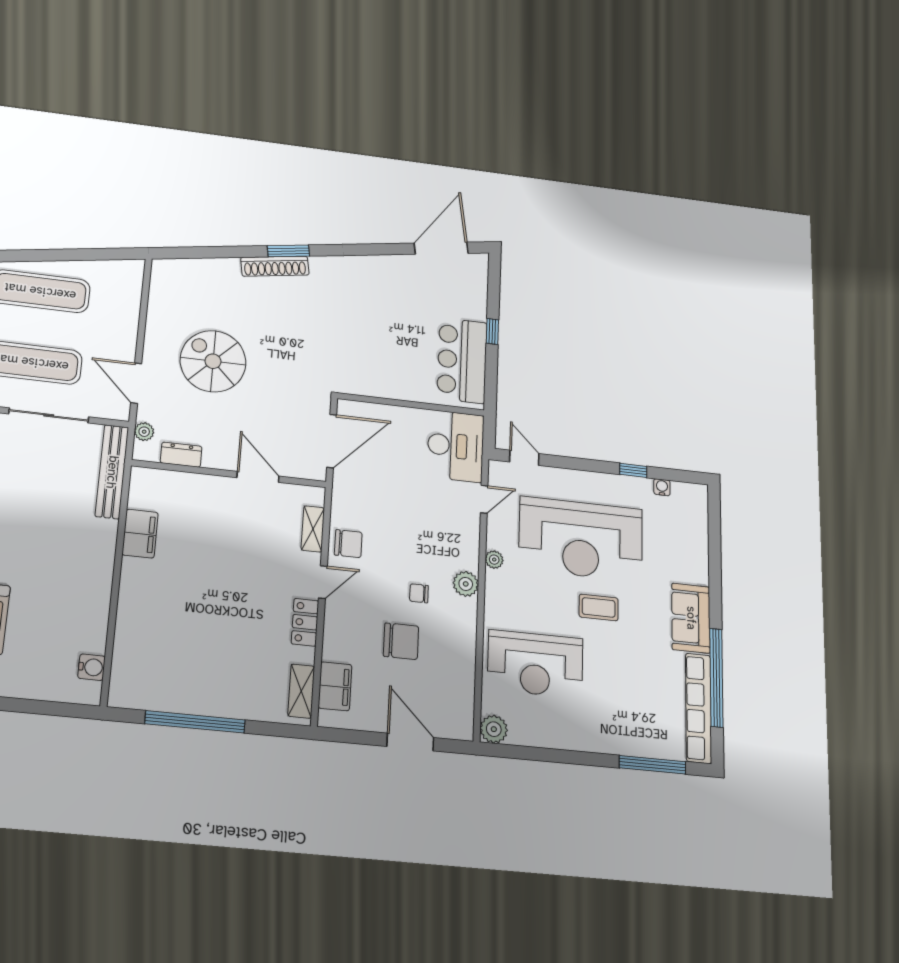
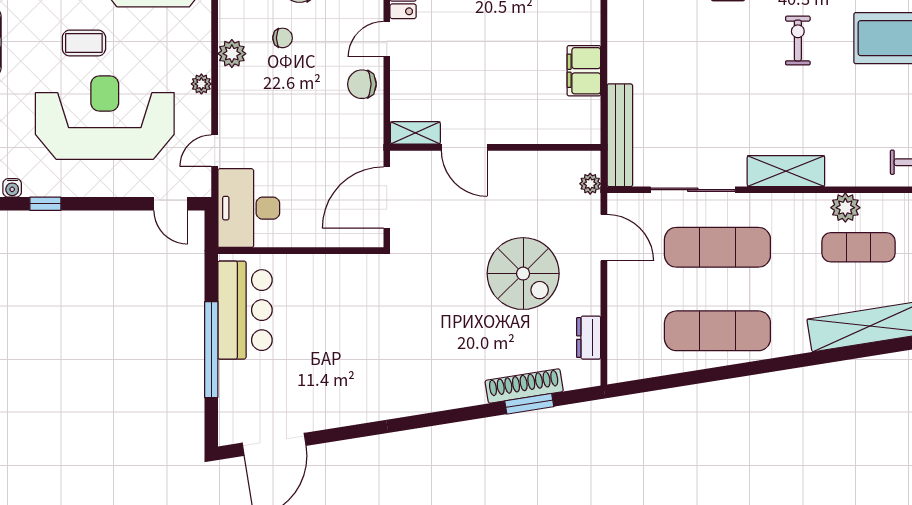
window: (288, 251) -> (529, 404), moved
shoe rack: (275, 266) -> (524, 386), moved
window: (492, 331) -> (211, 350), width x3.17
dresser: (181, 455) -> (589, 338), moved, turned 90
shelving: (313, 529) -> (415, 133), moved, turned 90

